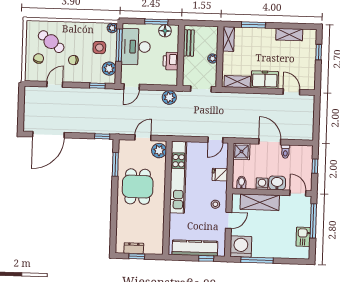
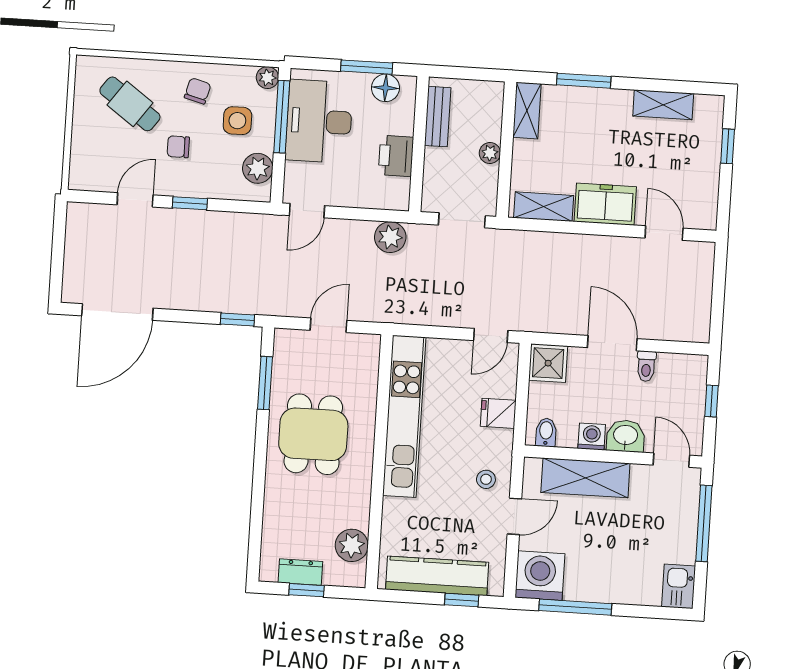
chair: (39, 58) -> (198, 91), moved
window: (97, 86) -> (190, 203), moved
plant: (159, 151) -> (352, 545), moved
kitchen sink: (303, 237) -> (679, 586), moved

